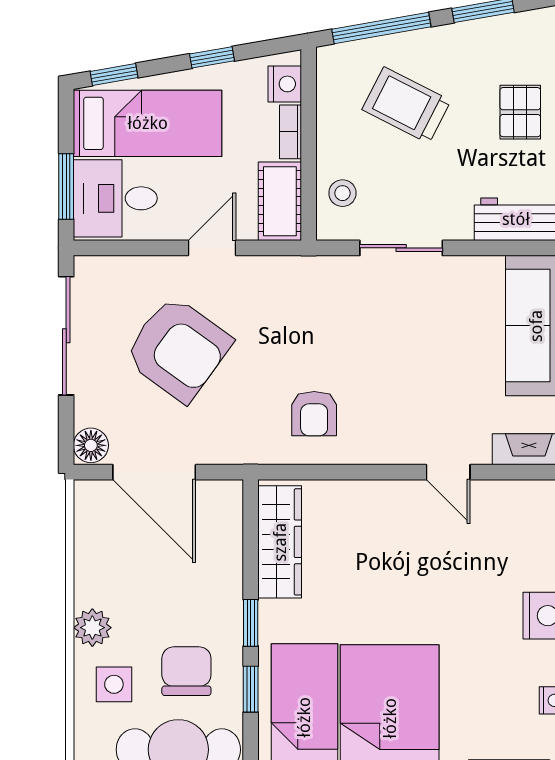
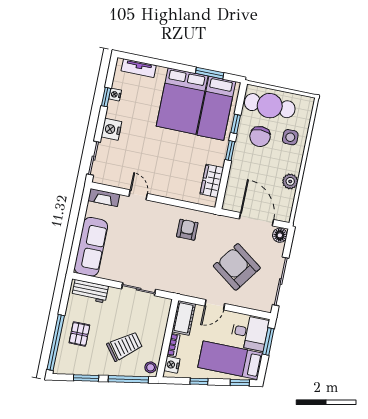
trolley: (406, 105) -> (125, 346), turned -64
stool: (342, 193) -> (151, 367), moved
wardrobe: (280, 542) -> (212, 181), width x0.67
plant: (92, 628) -> (290, 181), moved

